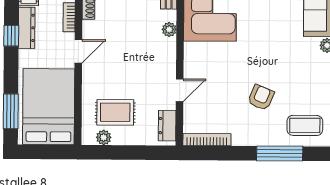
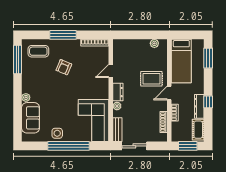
bed: (49, 107) -> (181, 61), width x0.67
rug: (115, 112) -> (151, 79), moved
dresser: (167, 126) -> (118, 92), moved
window: (280, 154) -> (63, 35), moved

